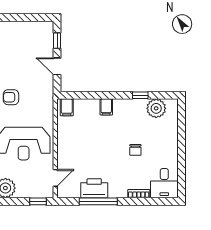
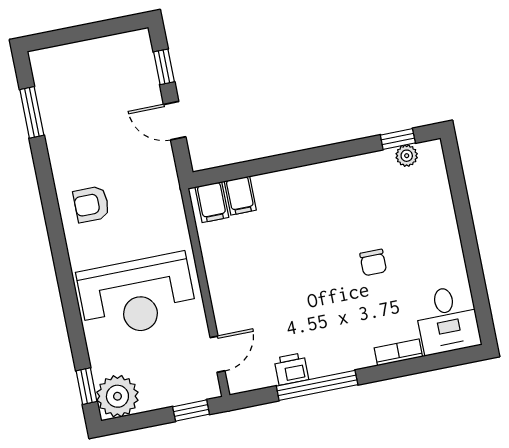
window: (140, 95) -> (398, 139), moved
filing cabinet: (106, 107) -> (240, 196), moved
plant: (156, 108) -> (407, 156), width x0.53, depth x0.53
printer: (94, 188) -> (291, 369), width x0.53, depth x0.68

